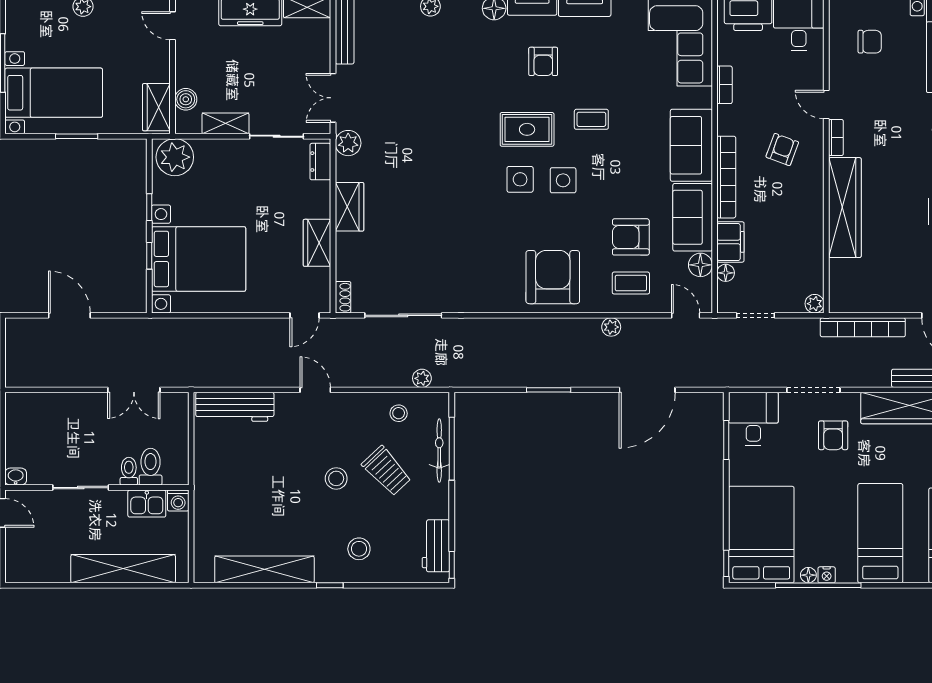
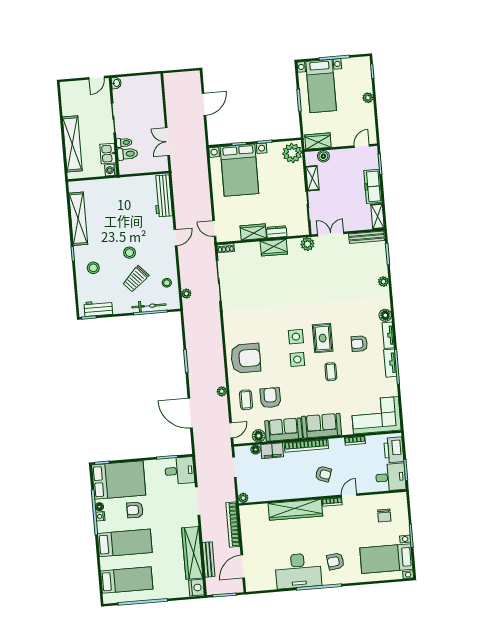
dresser: (320, 162) -> (277, 232), moved
armchair: (833, 435) -> (135, 510), moved

